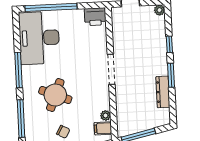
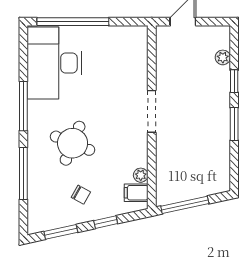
plant: (159, 10) -> (223, 57), moved
printer: (95, 17) -> (133, 37), removed
dresser: (163, 92) -> (222, 146), removed

